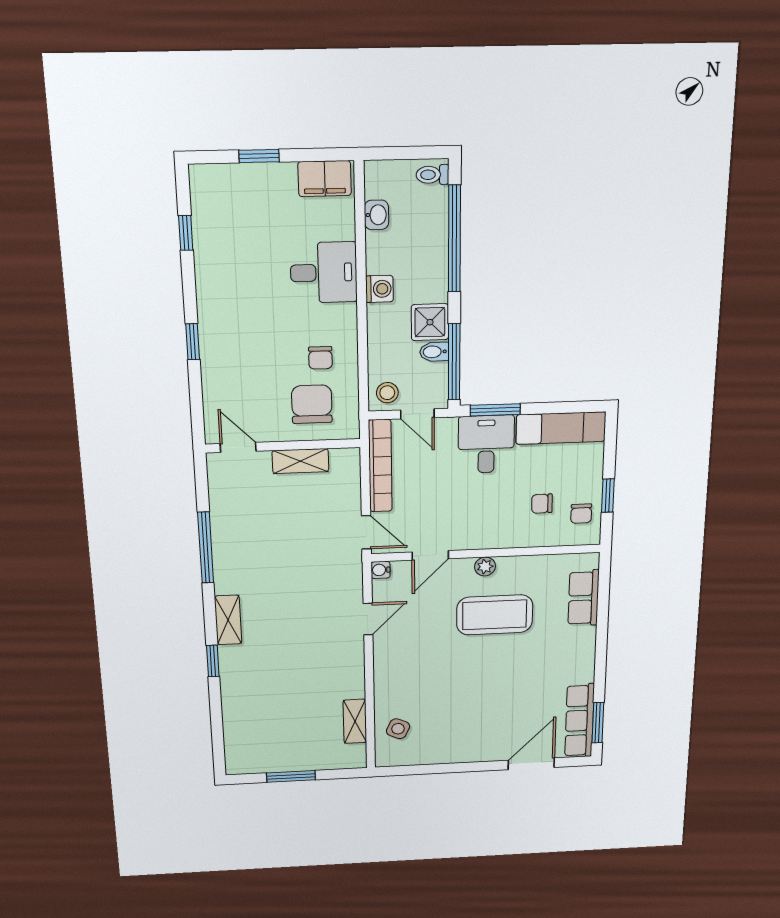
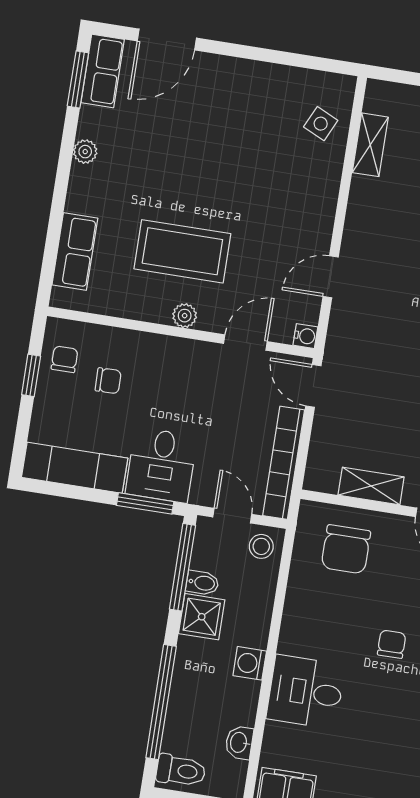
toilet: (433, 175) -> (181, 771), width x1.37, depth x1.39
chair: (320, 358) -> (392, 644), moved
plant: (585, 673) -> (85, 152), added
row of seats: (579, 721) -> (103, 71), width x0.68

